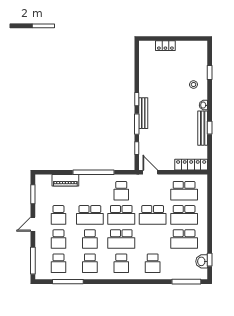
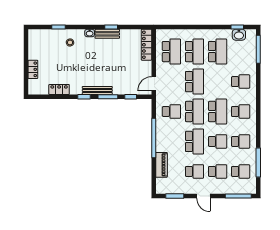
locker: (144, 73) -> (59, 89), added
bench: (203, 128) -> (107, 34), width x0.73

